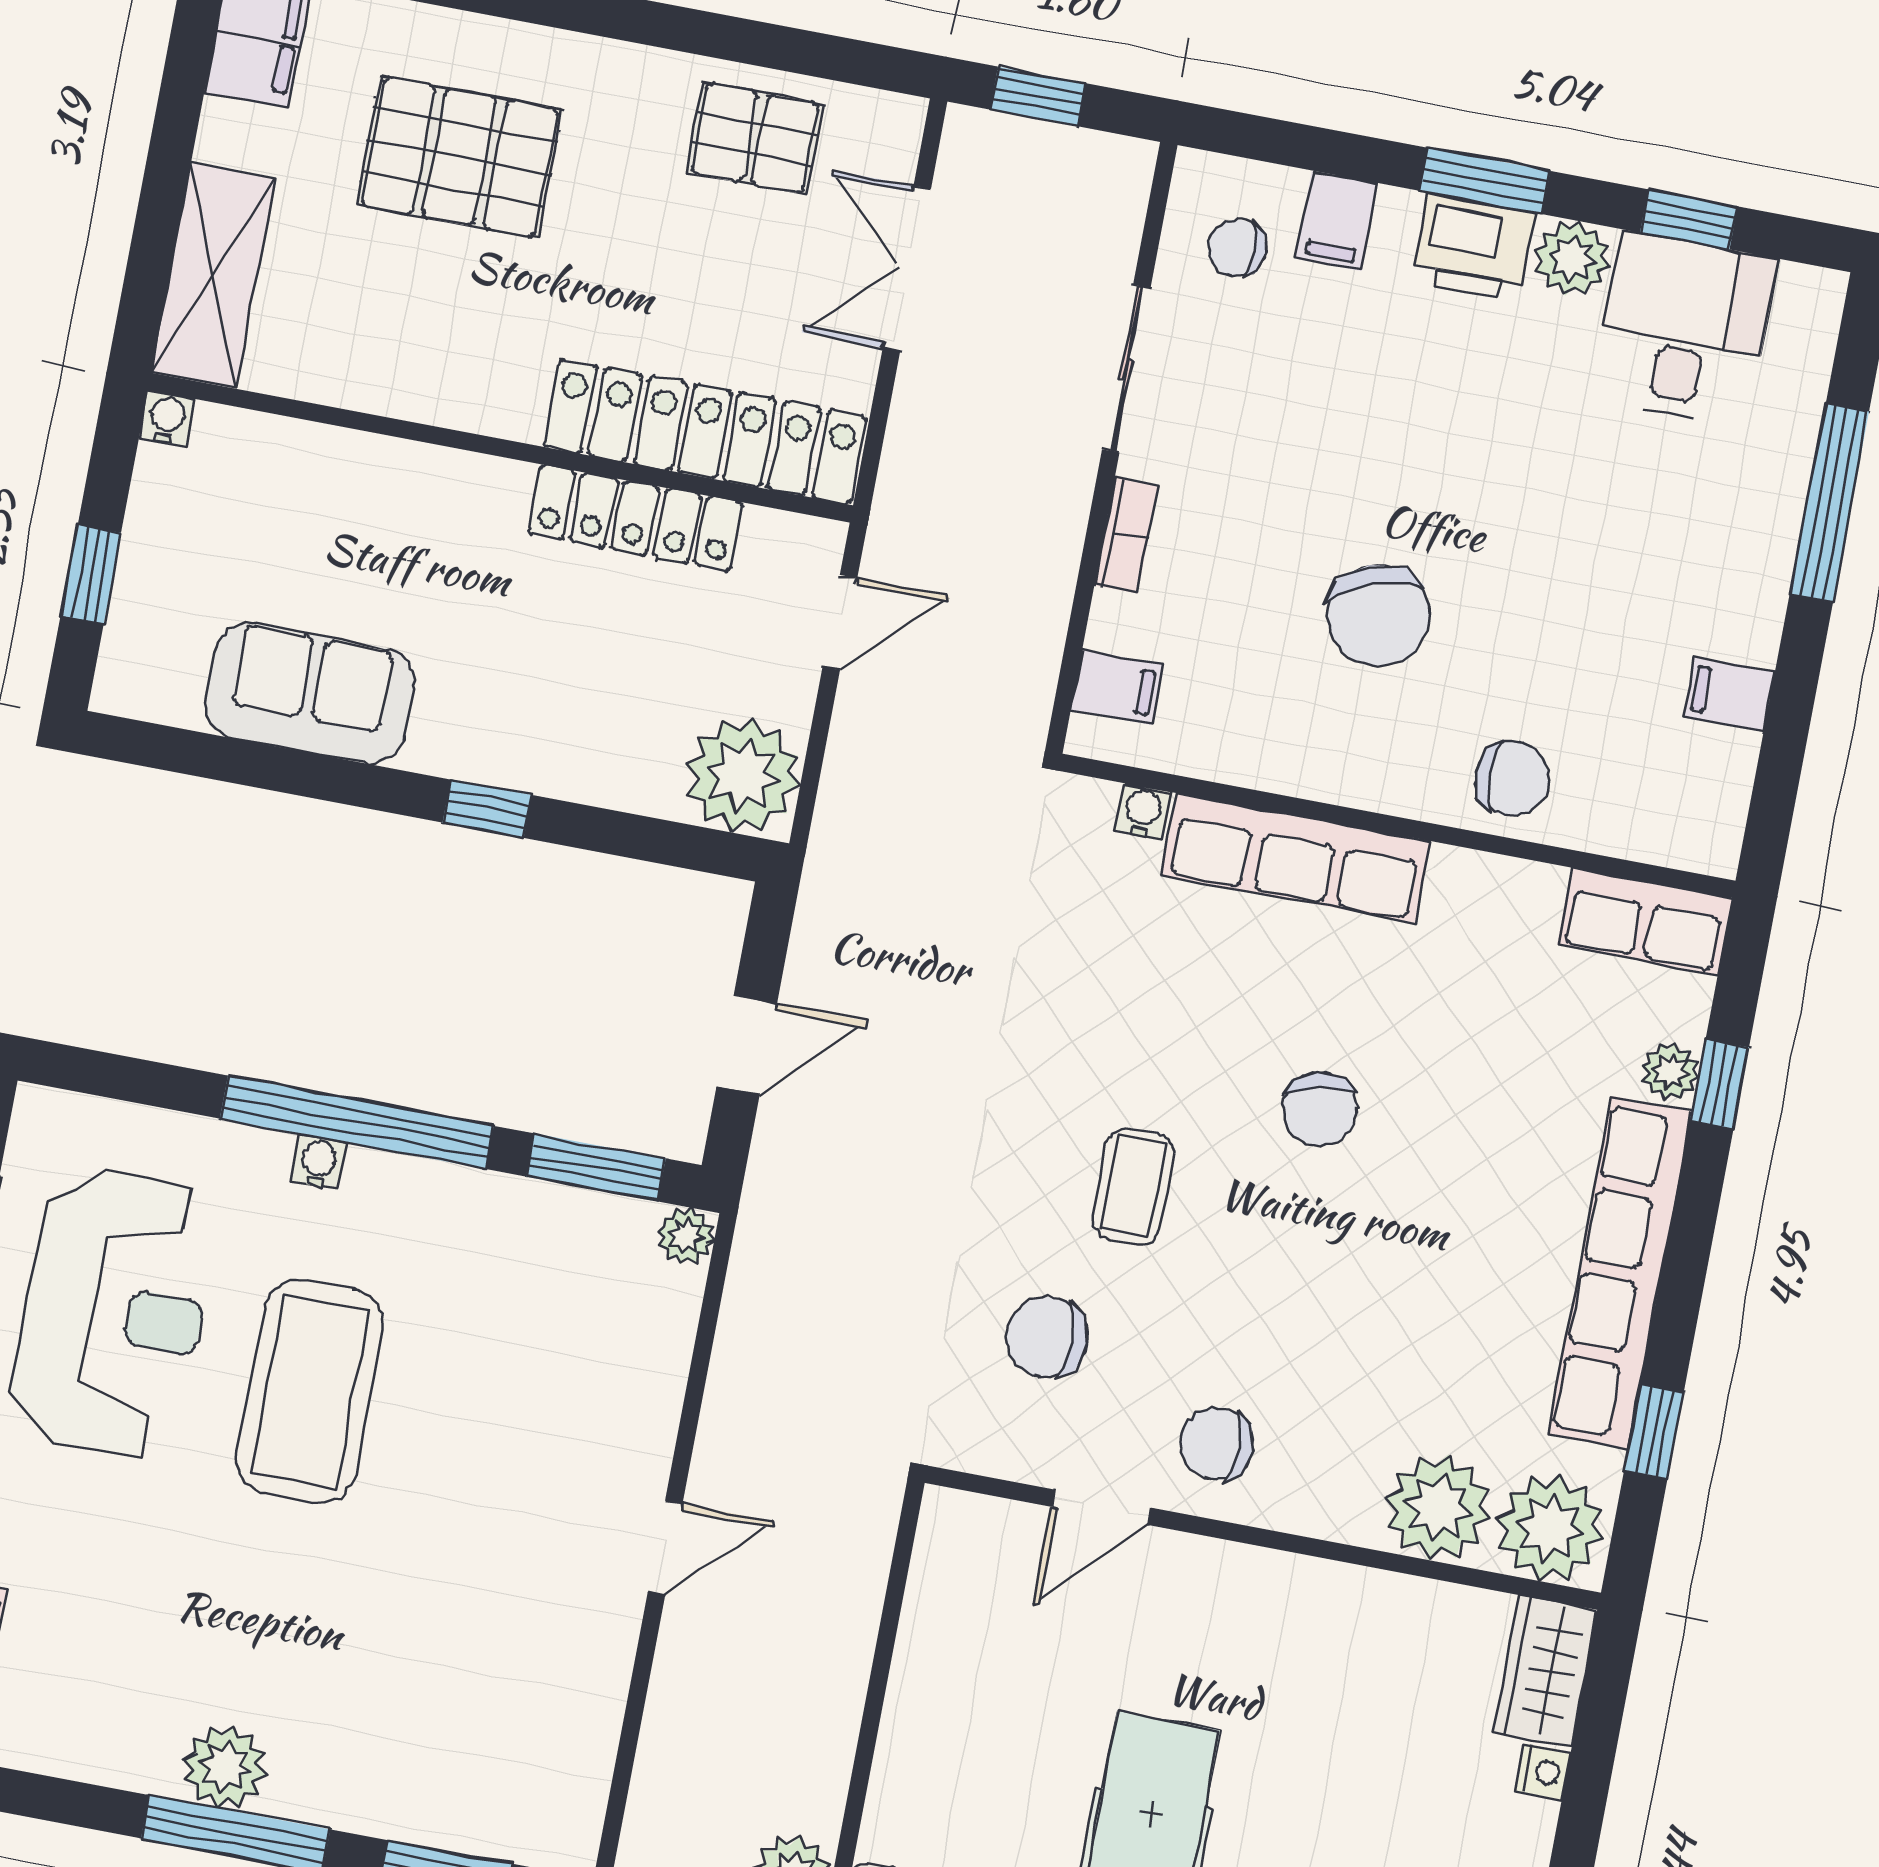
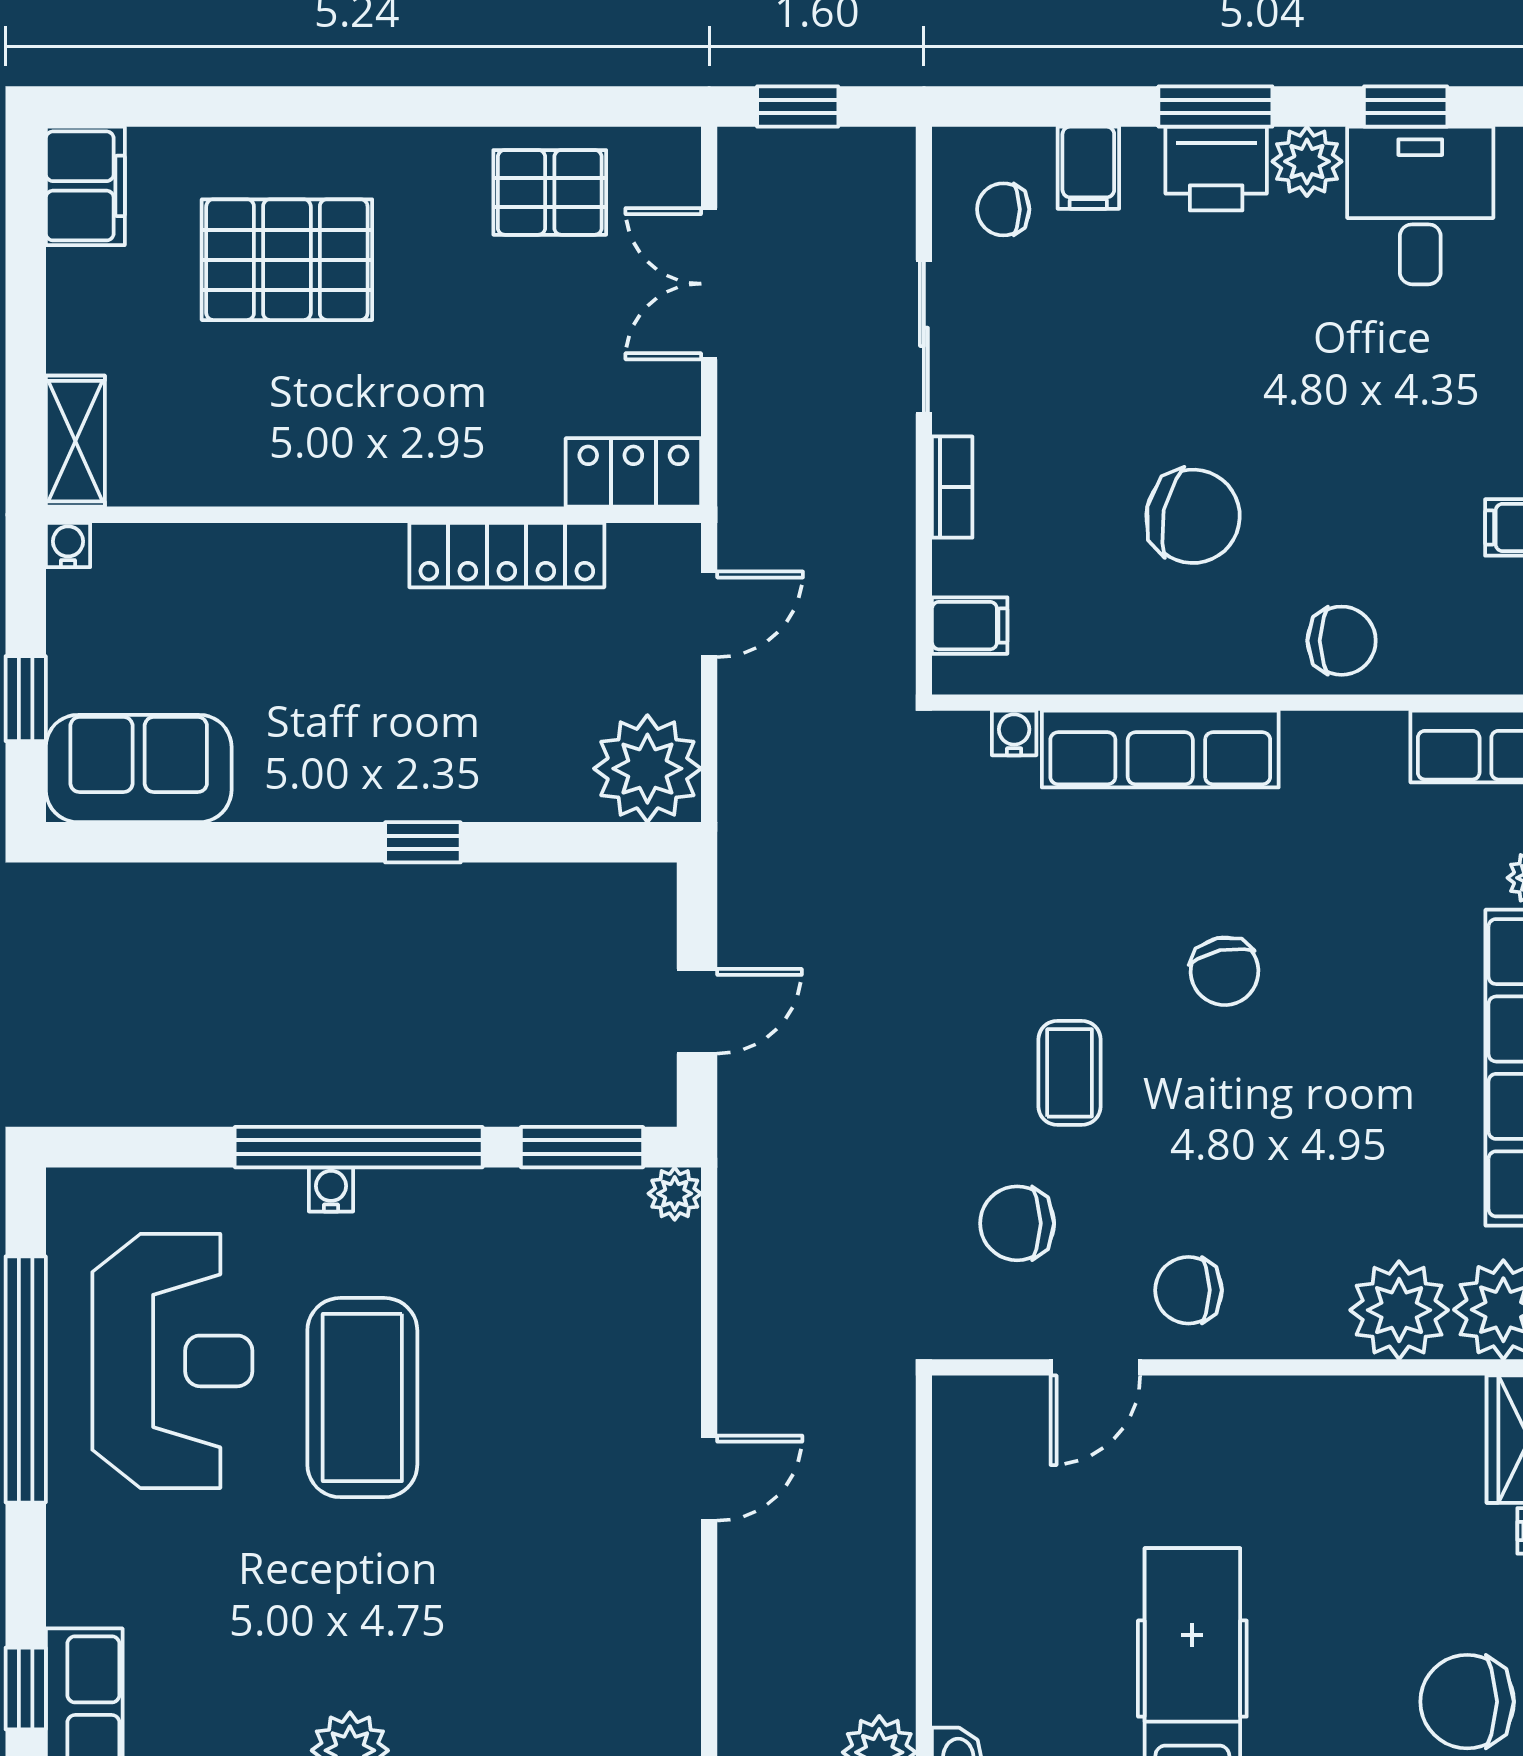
shelving: (213, 275) -> (75, 441), width x0.67, depth x0.75
locker: (705, 432) -> (633, 472), width x0.46, depth x0.83
chair: (1378, 615) -> (1193, 516), turned -57
sofa: (310, 693) -> (139, 768), moved

